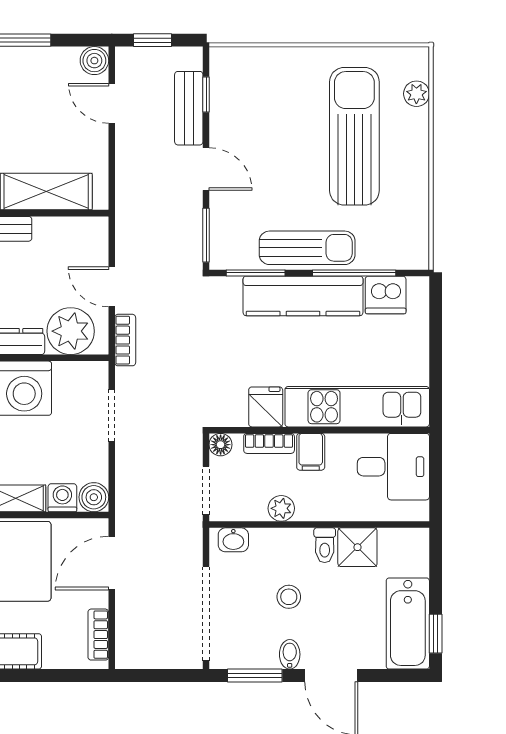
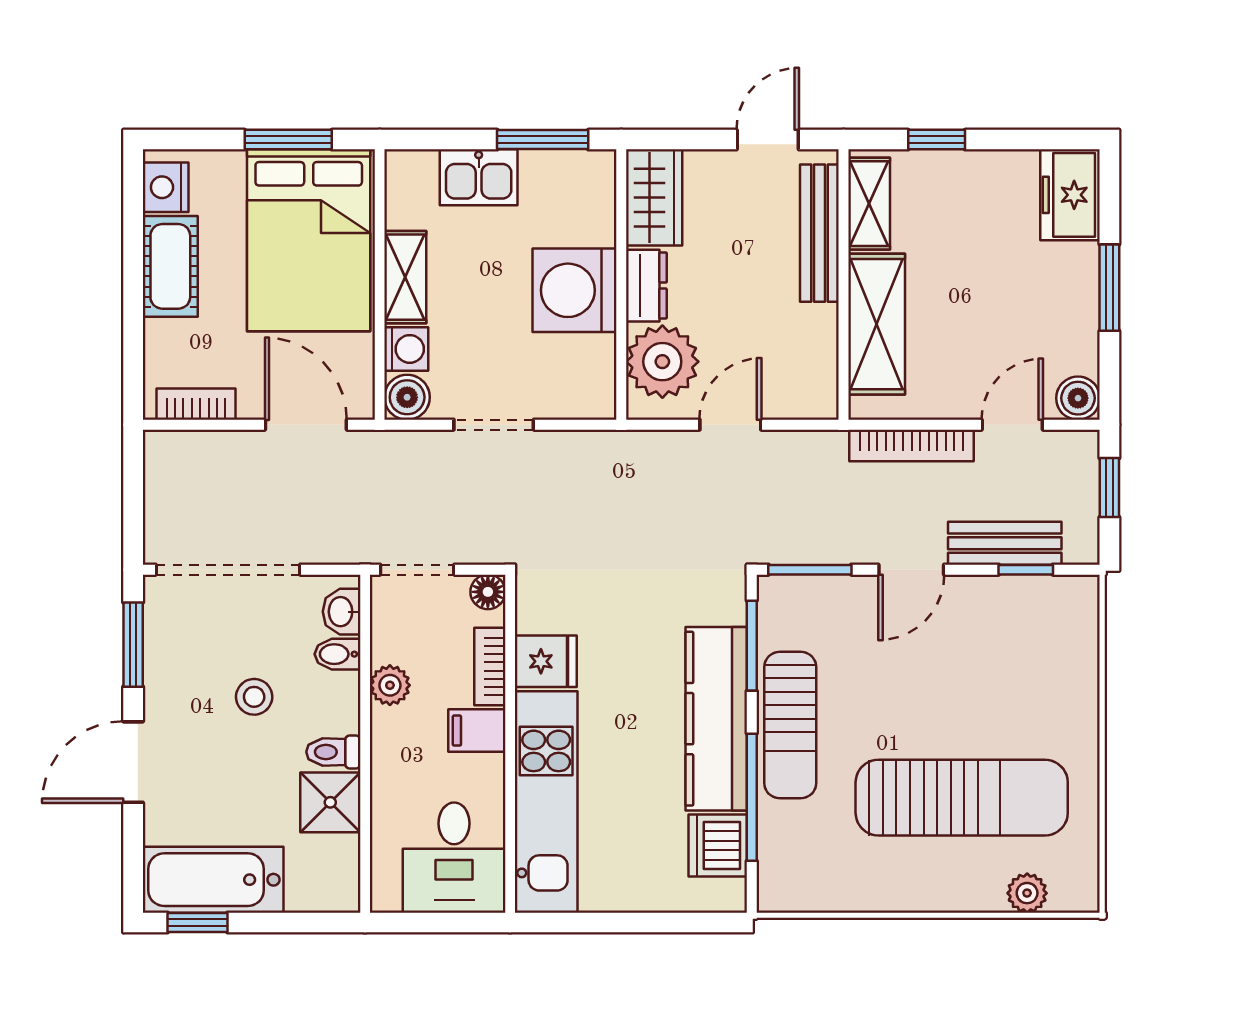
bookcase: (125, 340) -> (912, 445), moved, width x1.56
doorway: (112, 415) -> (494, 425), moved
bidet: (290, 654) -> (337, 654), moved, turned 180

